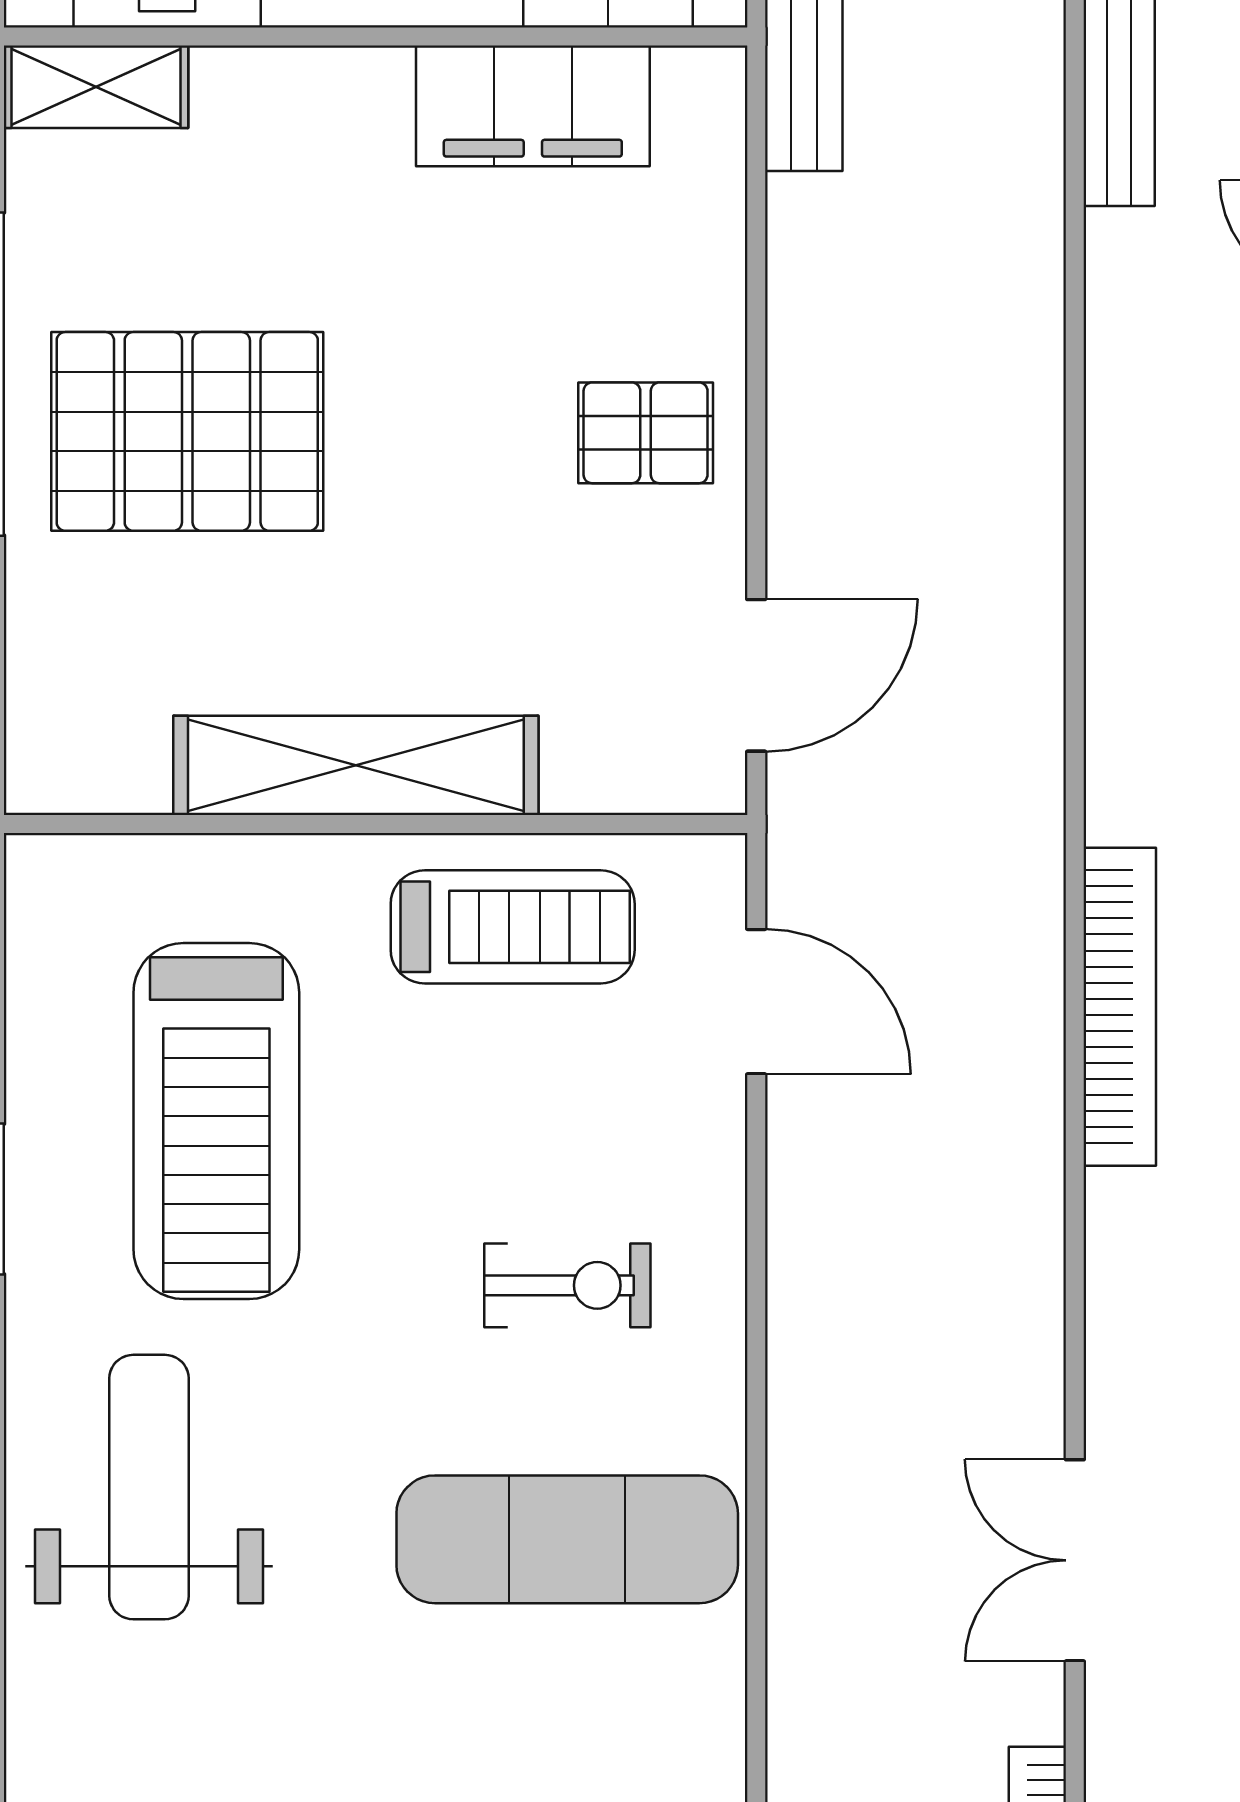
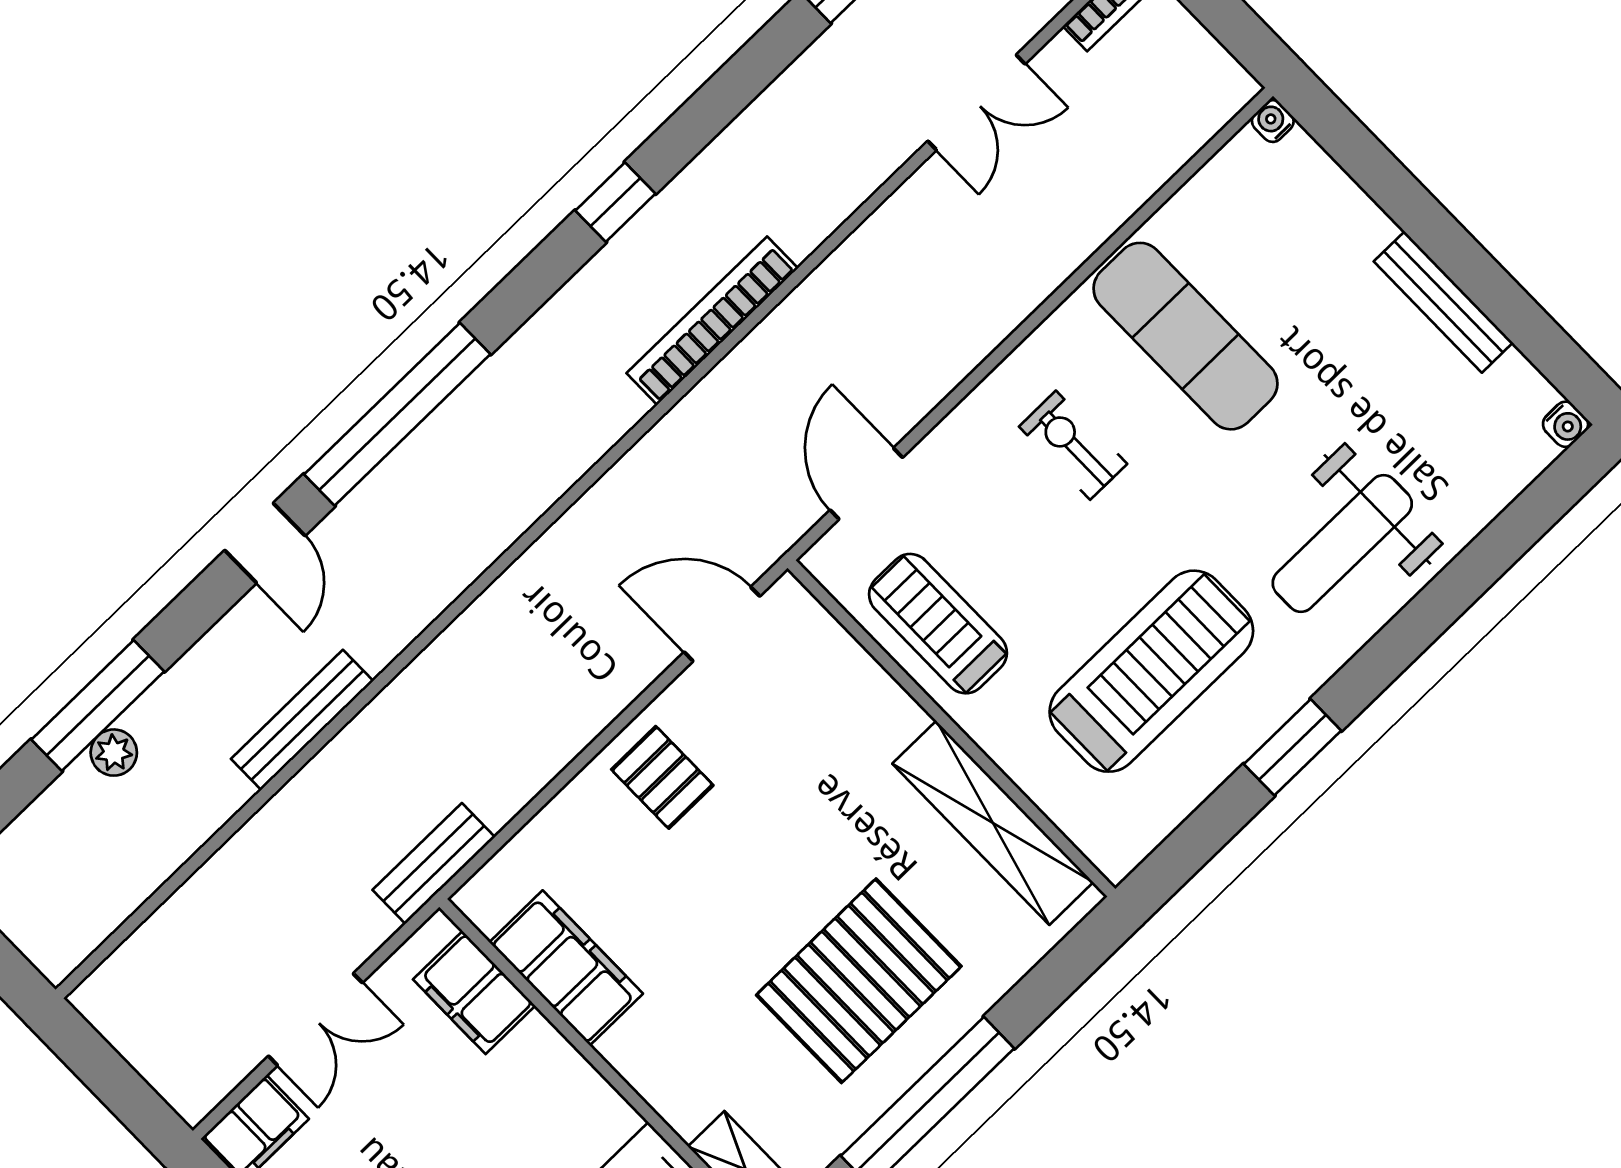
pallet: (187, 431) -> (859, 981), turned 90
shelving: (356, 765) -> (993, 823), moved

